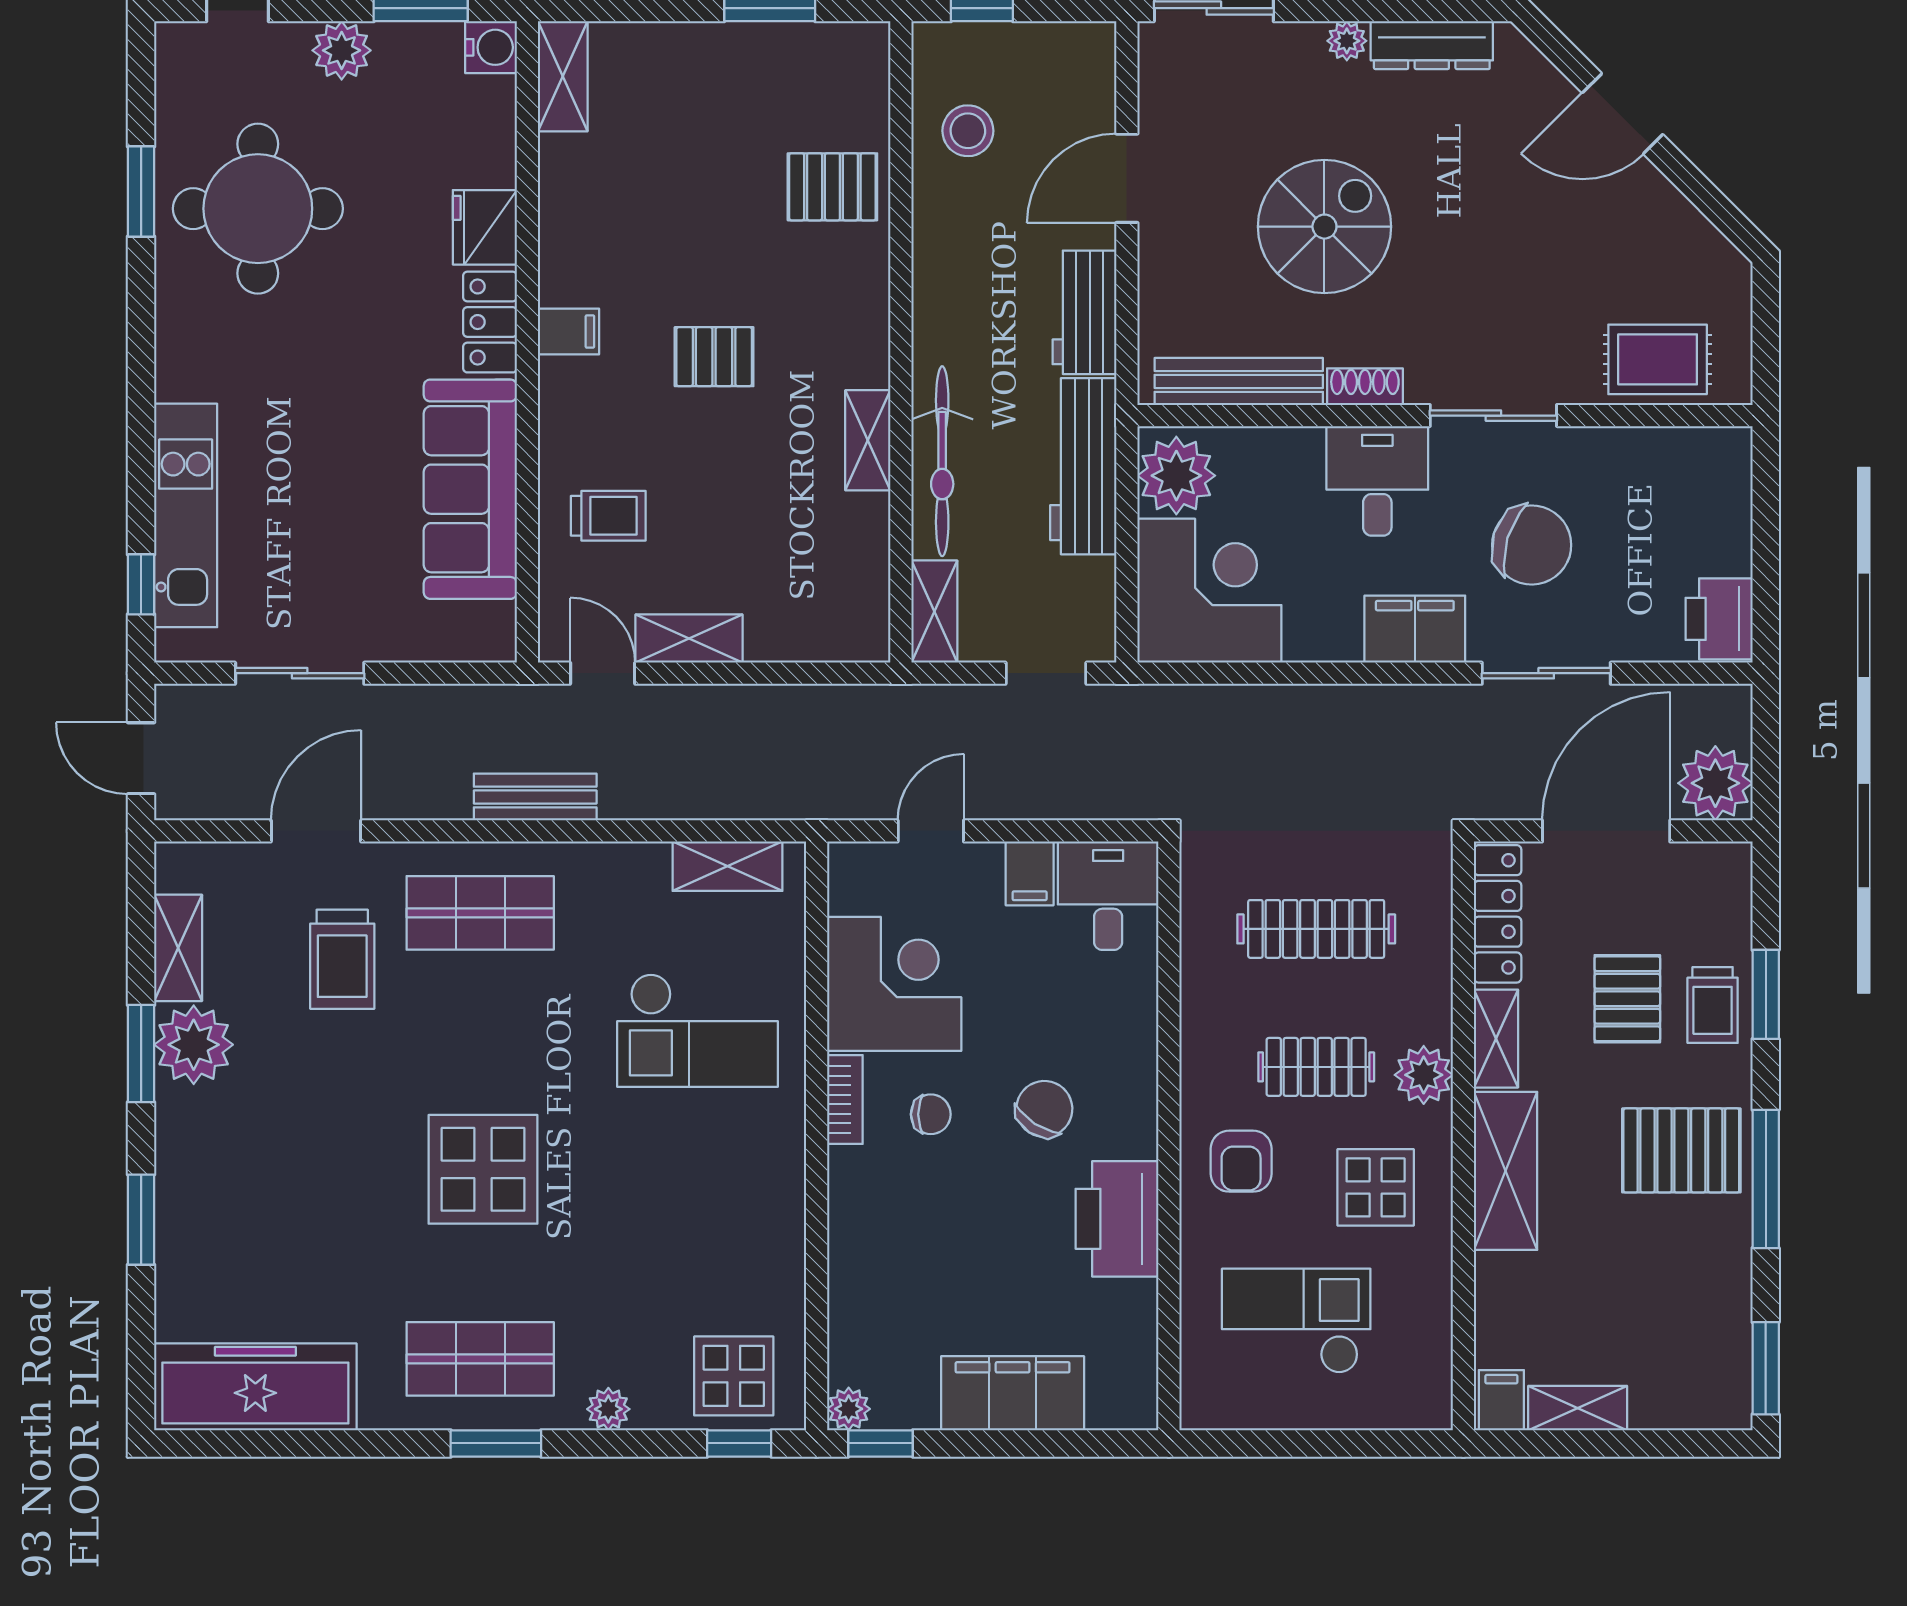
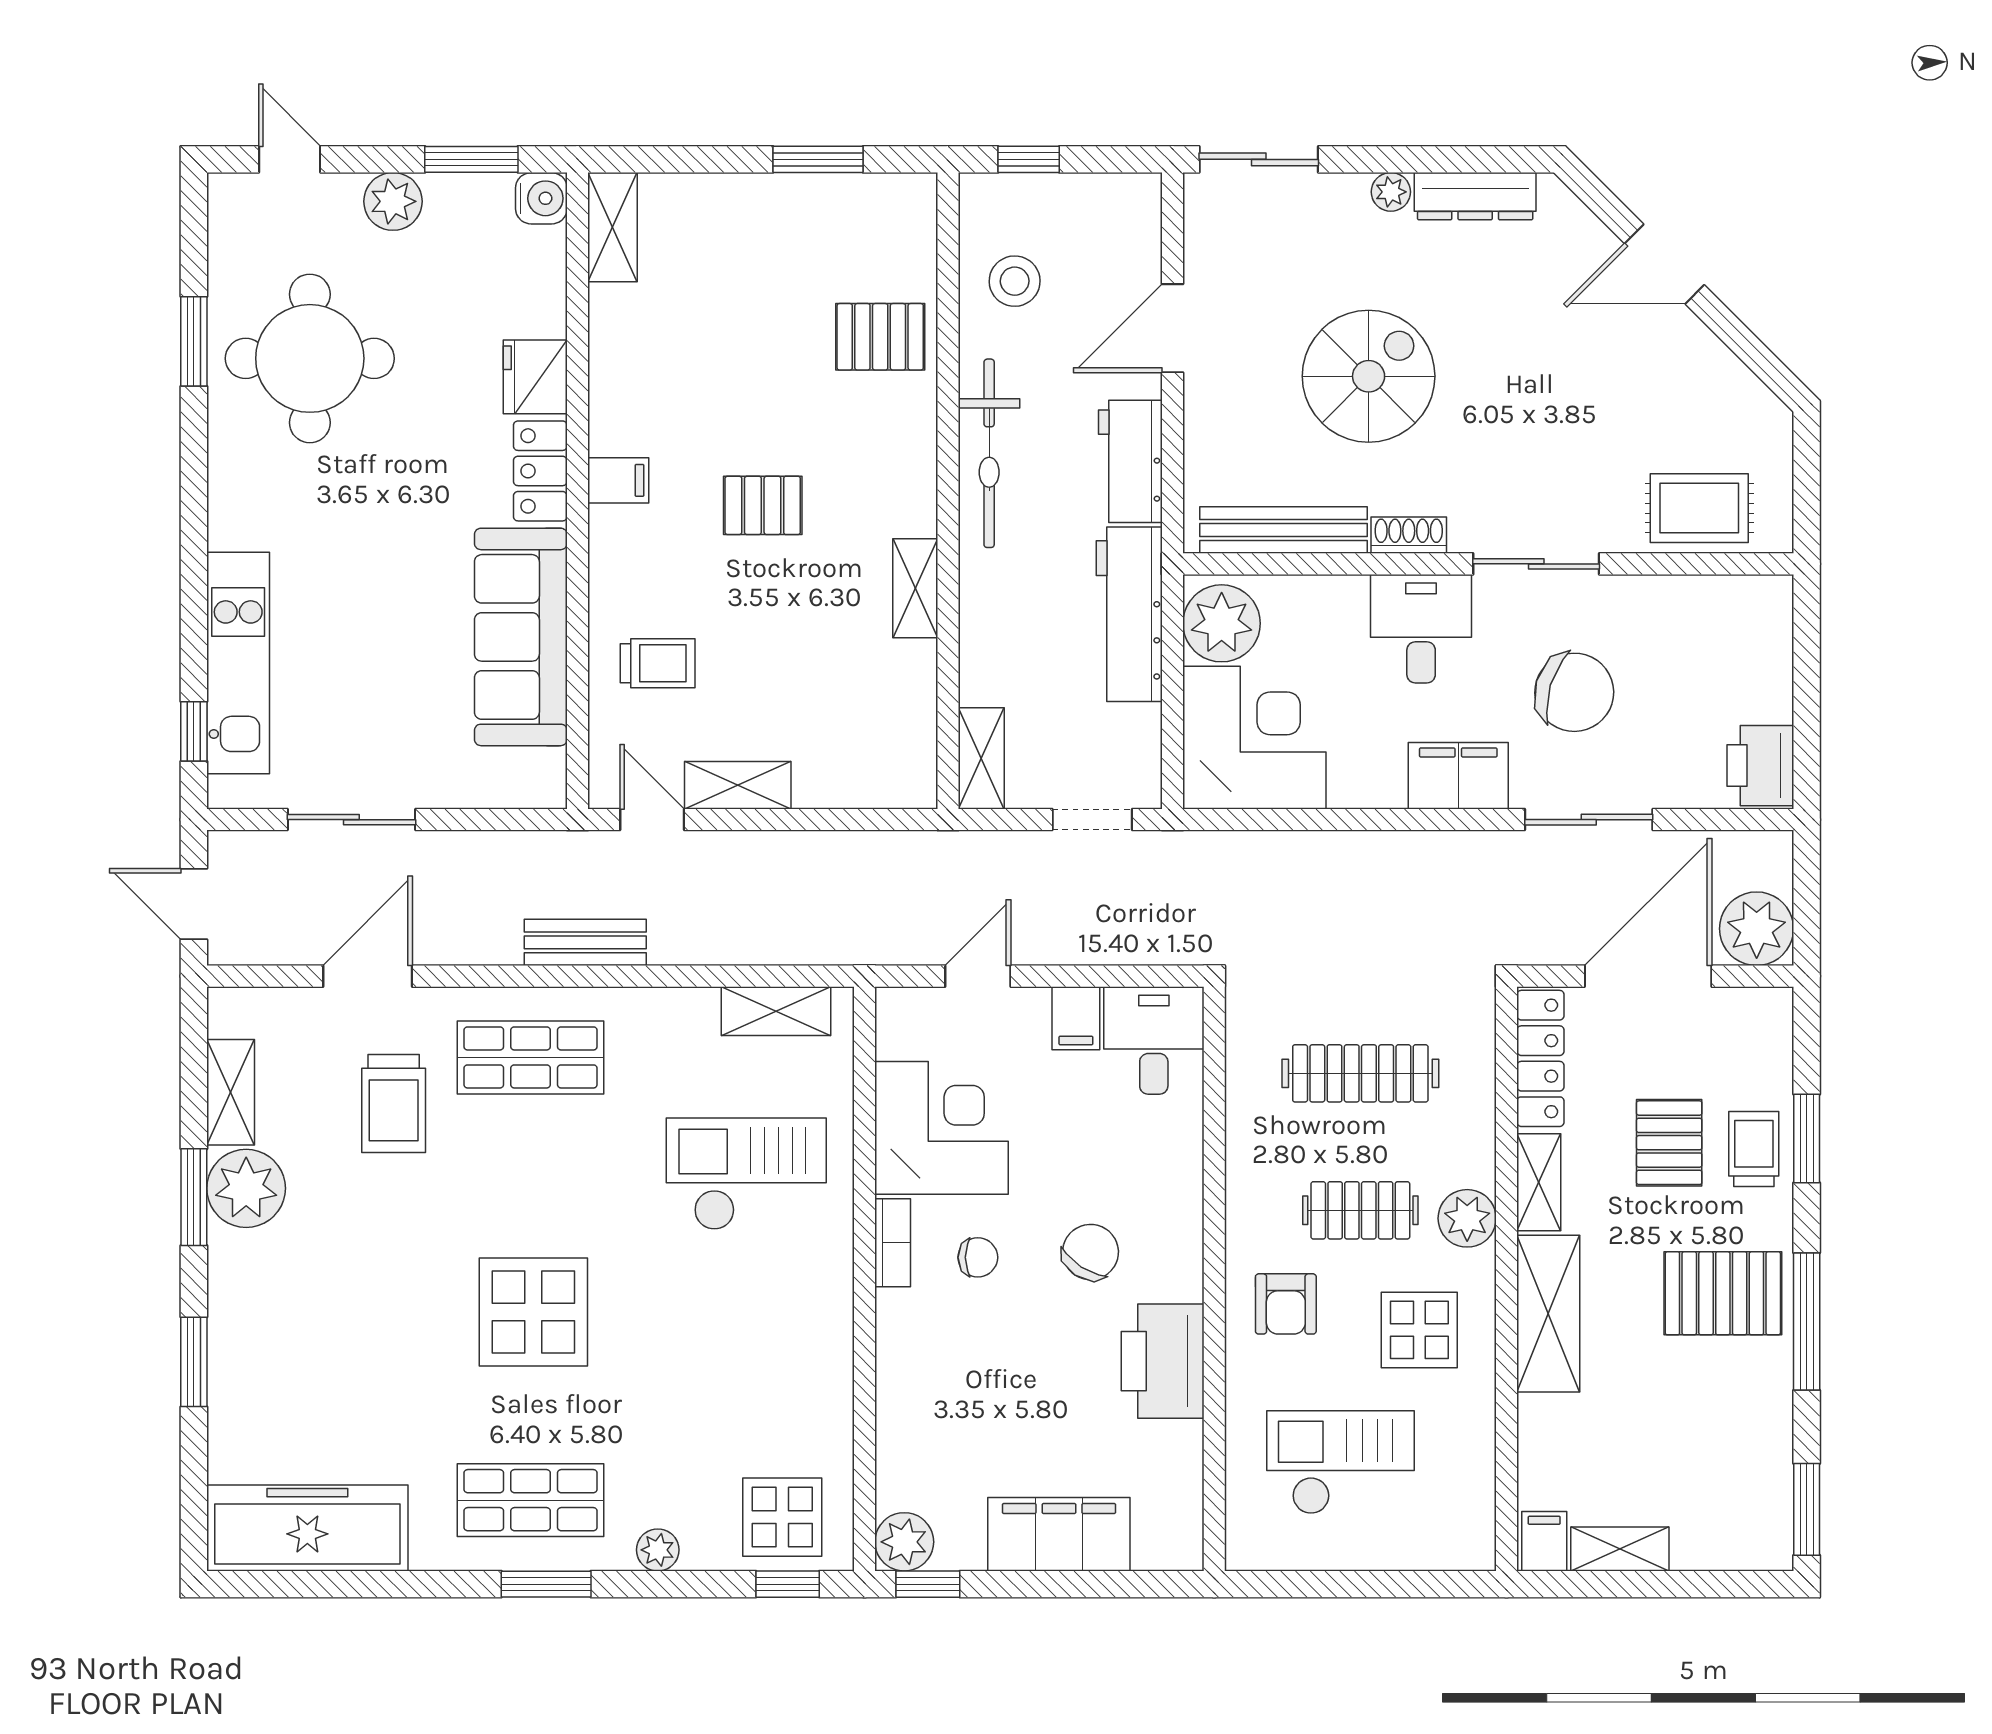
bicycle: (942, 461) -> (989, 453), moved
trolley: (1713, 1005) -> (1754, 1149), turned 180
checkout: (698, 1030) -> (746, 1174), turned 180
plant: (849, 1409) -> (904, 1542), width x1.38, depth x1.38

